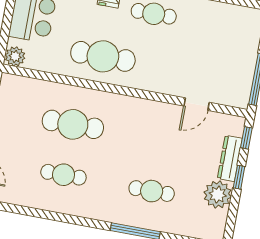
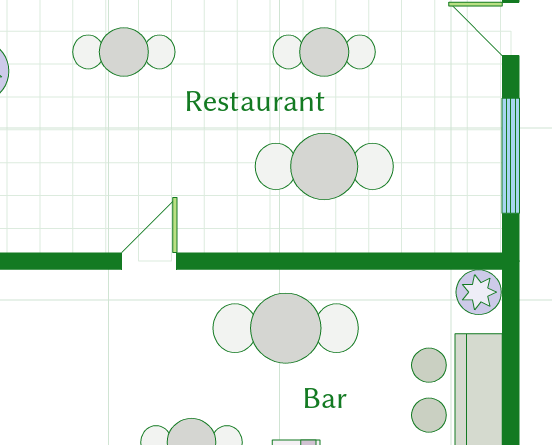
door: (197, 104) -> (149, 261), moved

